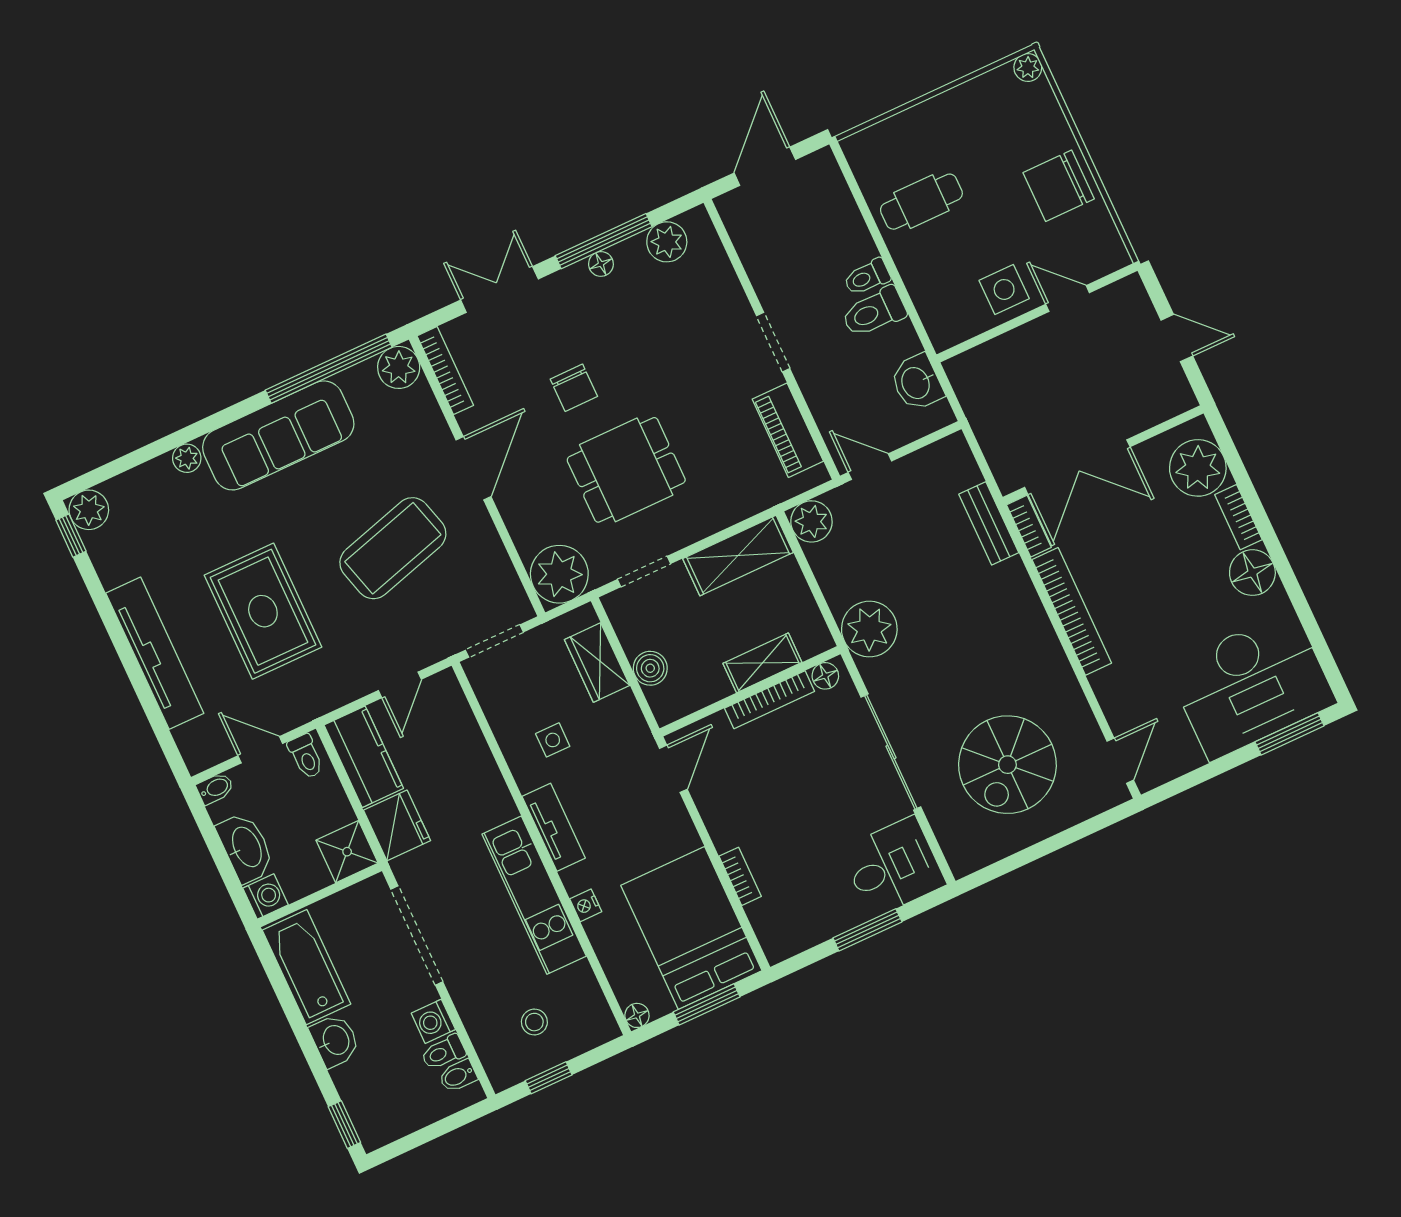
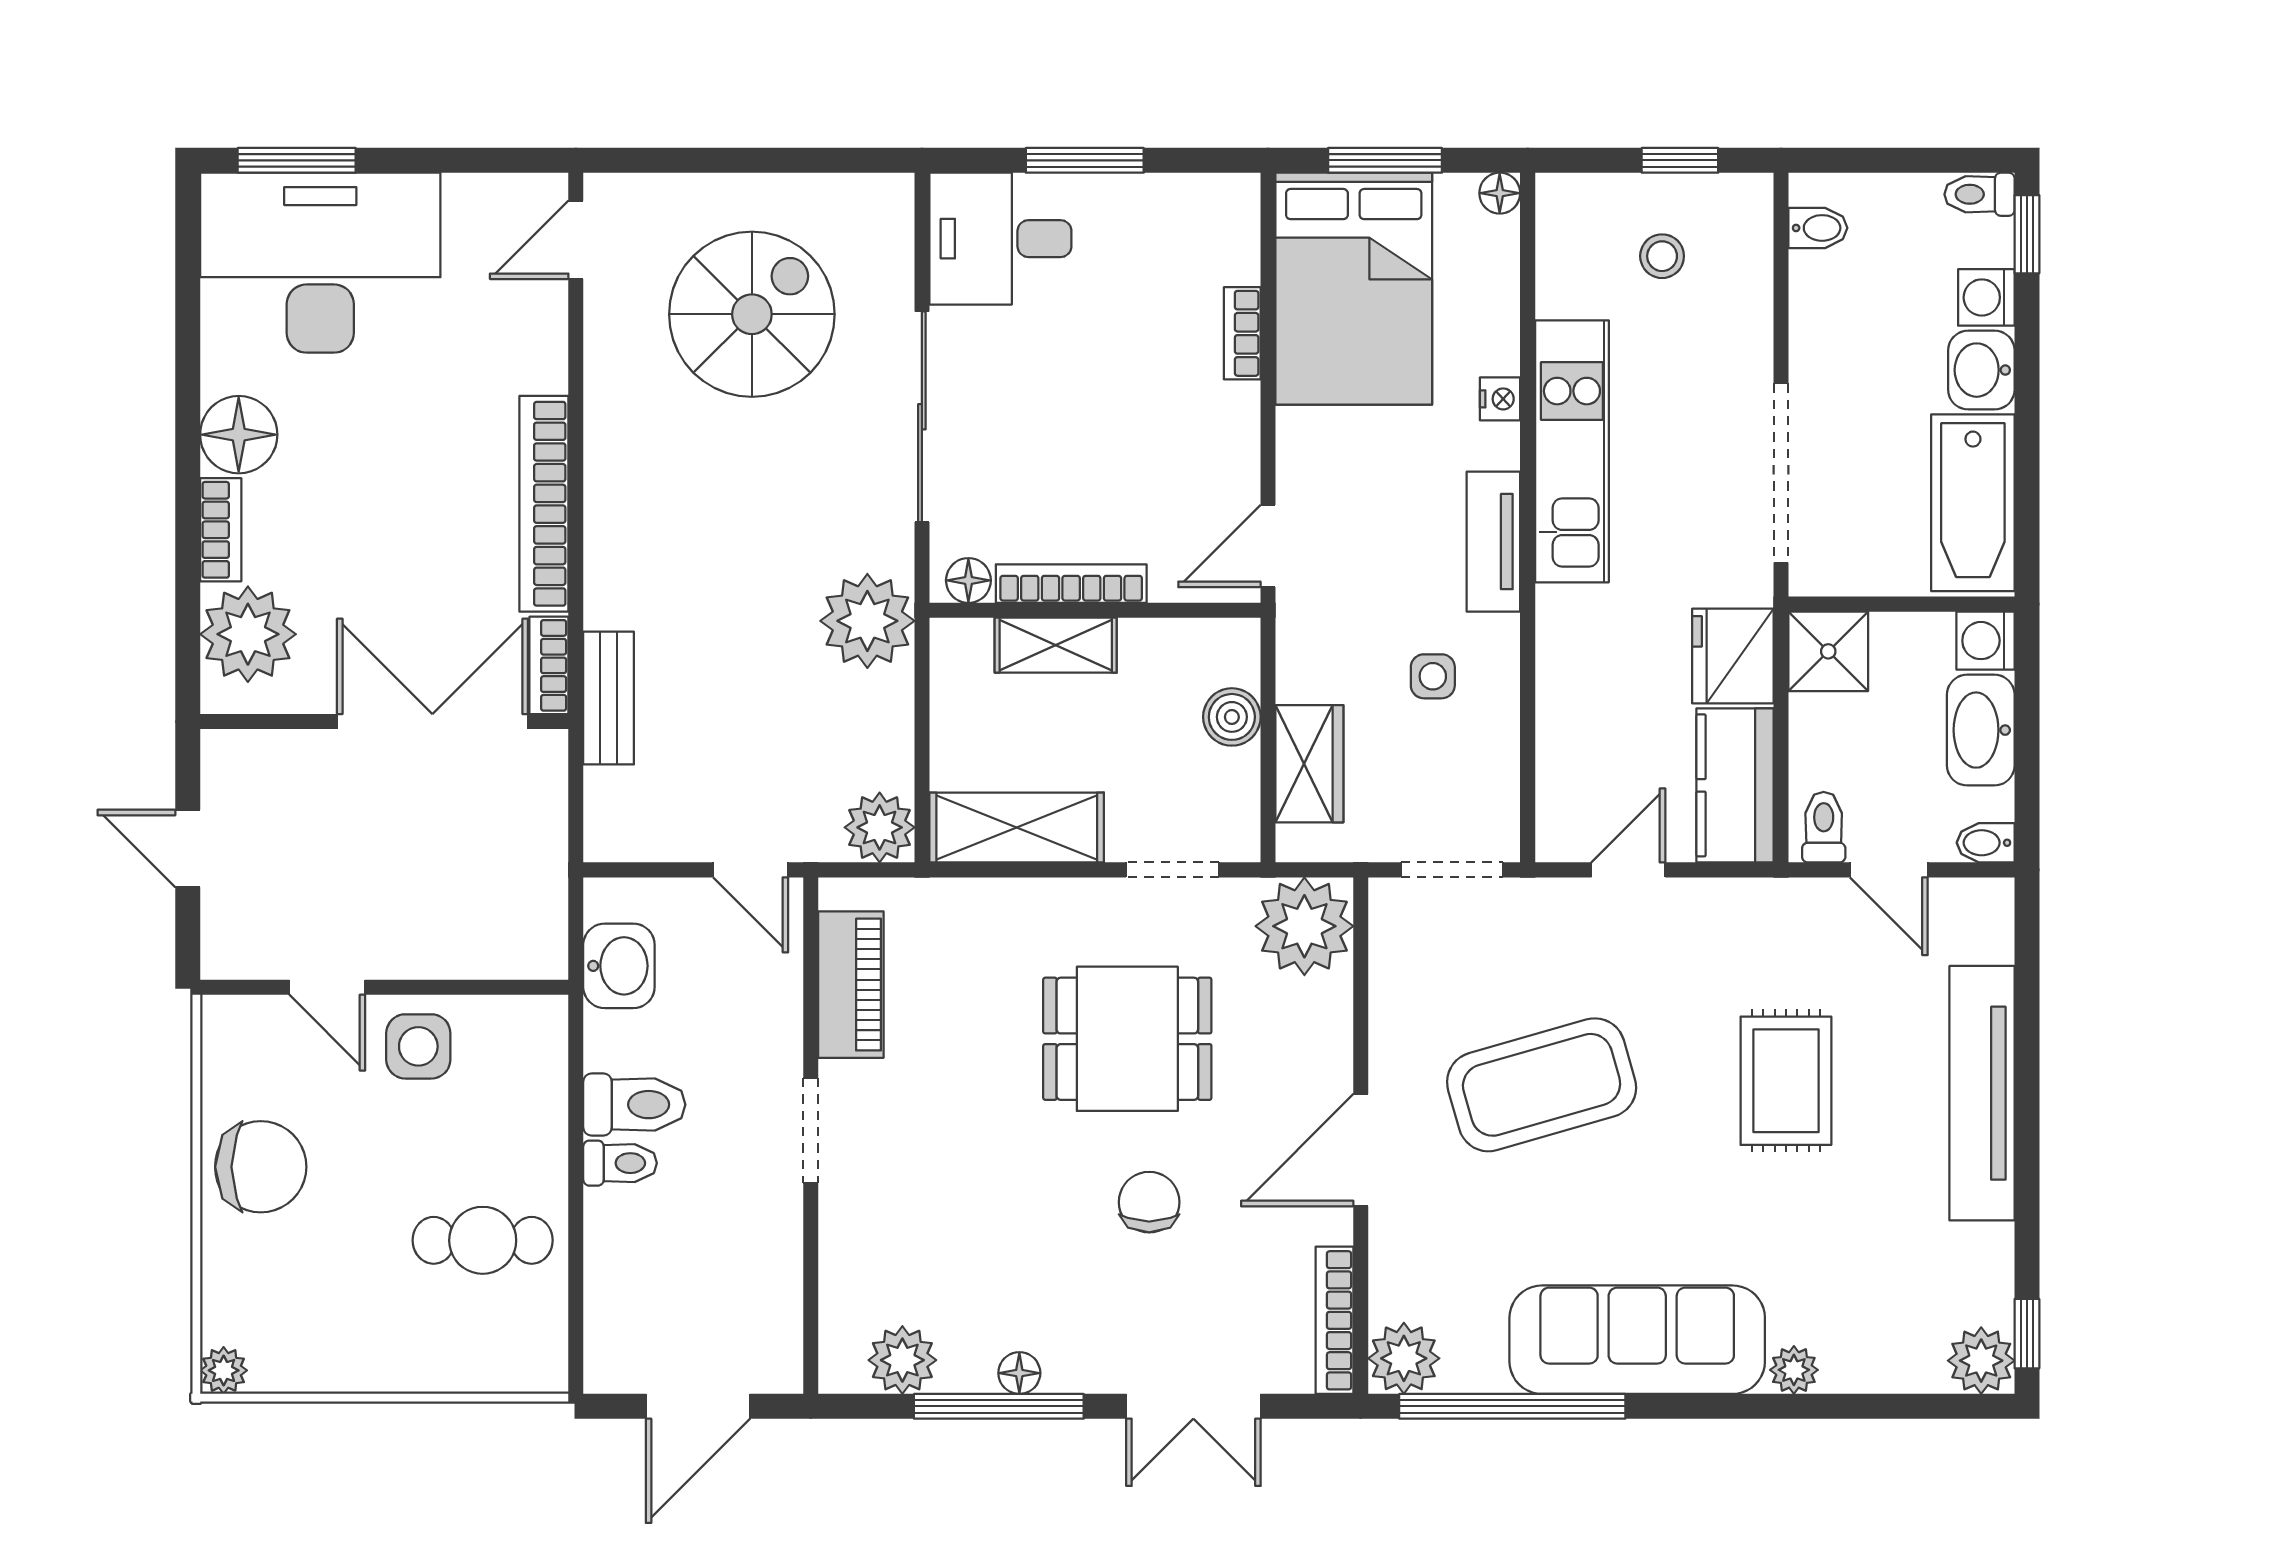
rug: (263, 611) -> (1786, 1081), width x0.73, depth x0.70
washing machine: (433, 1021) -> (1986, 297), moved, turned 180
toilet: (443, 1052) -> (1980, 194), moved, turned 180

